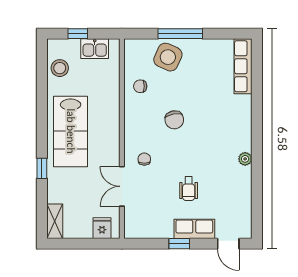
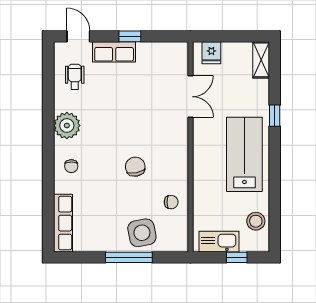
kitchen sink: (95, 49) -> (219, 242), width x1.38
side table: (168, 57) -> (142, 233), turned -35
chair: (144, 159) -> (71, 166), moved
plant: (245, 159) -> (67, 126), width x1.87, depth x1.87
wheelchair: (189, 189) -> (75, 77), moved

